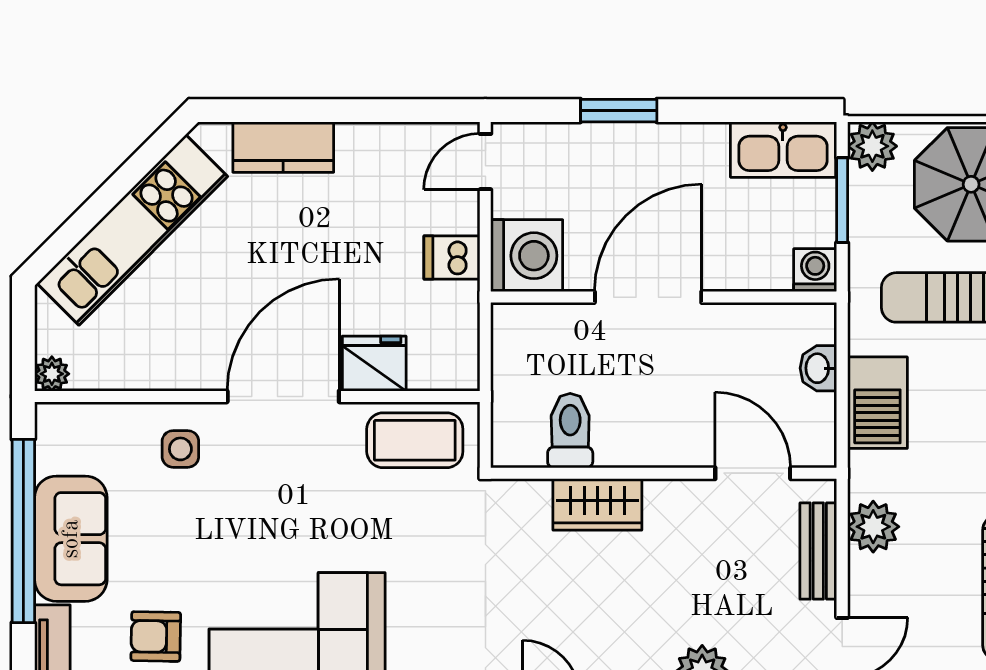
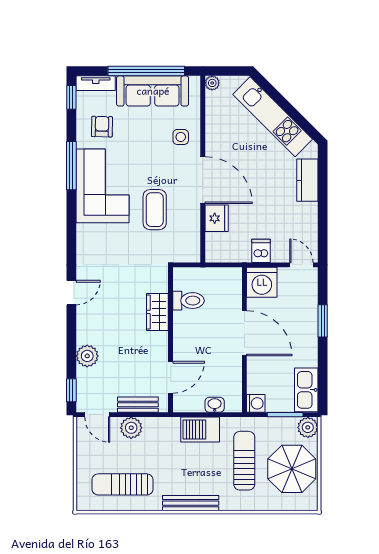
coffee table: (415, 440) -> (155, 210), moved
plant: (873, 527) -> (131, 428), moved
sofa: (71, 539) -> (153, 91), width x1.36

